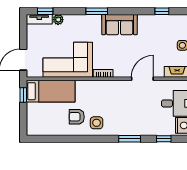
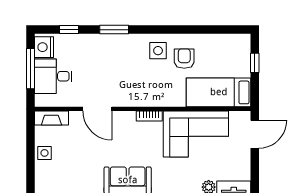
door: (142, 79) -> (97, 109), hinge flipped
window: (23, 95) -> (255, 63), moved
armchair: (77, 117) -> (184, 59), turned -90

